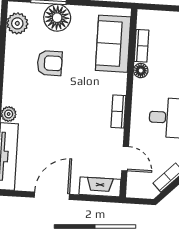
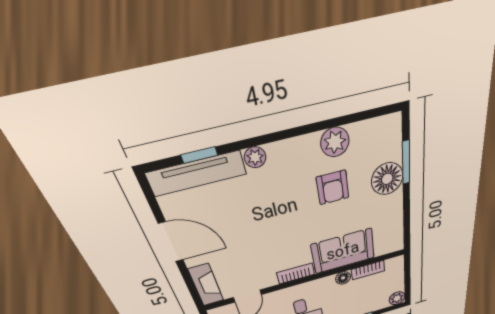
plant: (17, 23) -> (335, 142), moved
sofa: (113, 44) -> (343, 251), moved

